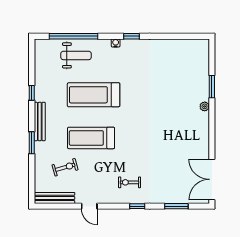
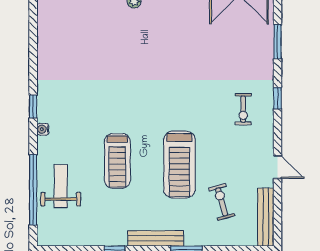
treadmill: (94, 95) -> (117, 161), width x0.73, depth x0.73
door: (89, 206) -> (277, 167), hinge flipped

